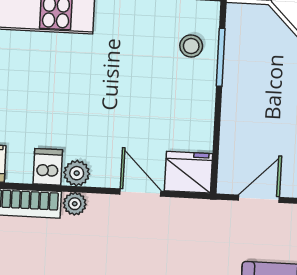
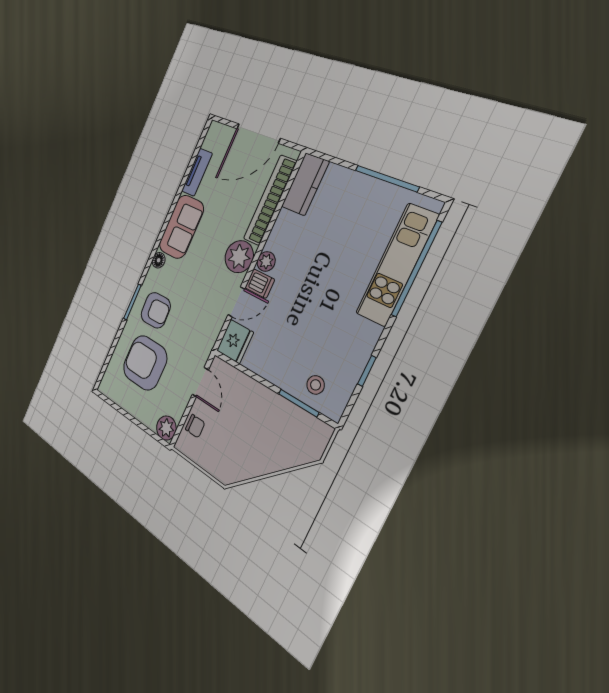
dishwasher: (48, 167) -> (260, 284), moved
plant: (75, 204) -> (239, 257), width x1.88, depth x1.88

